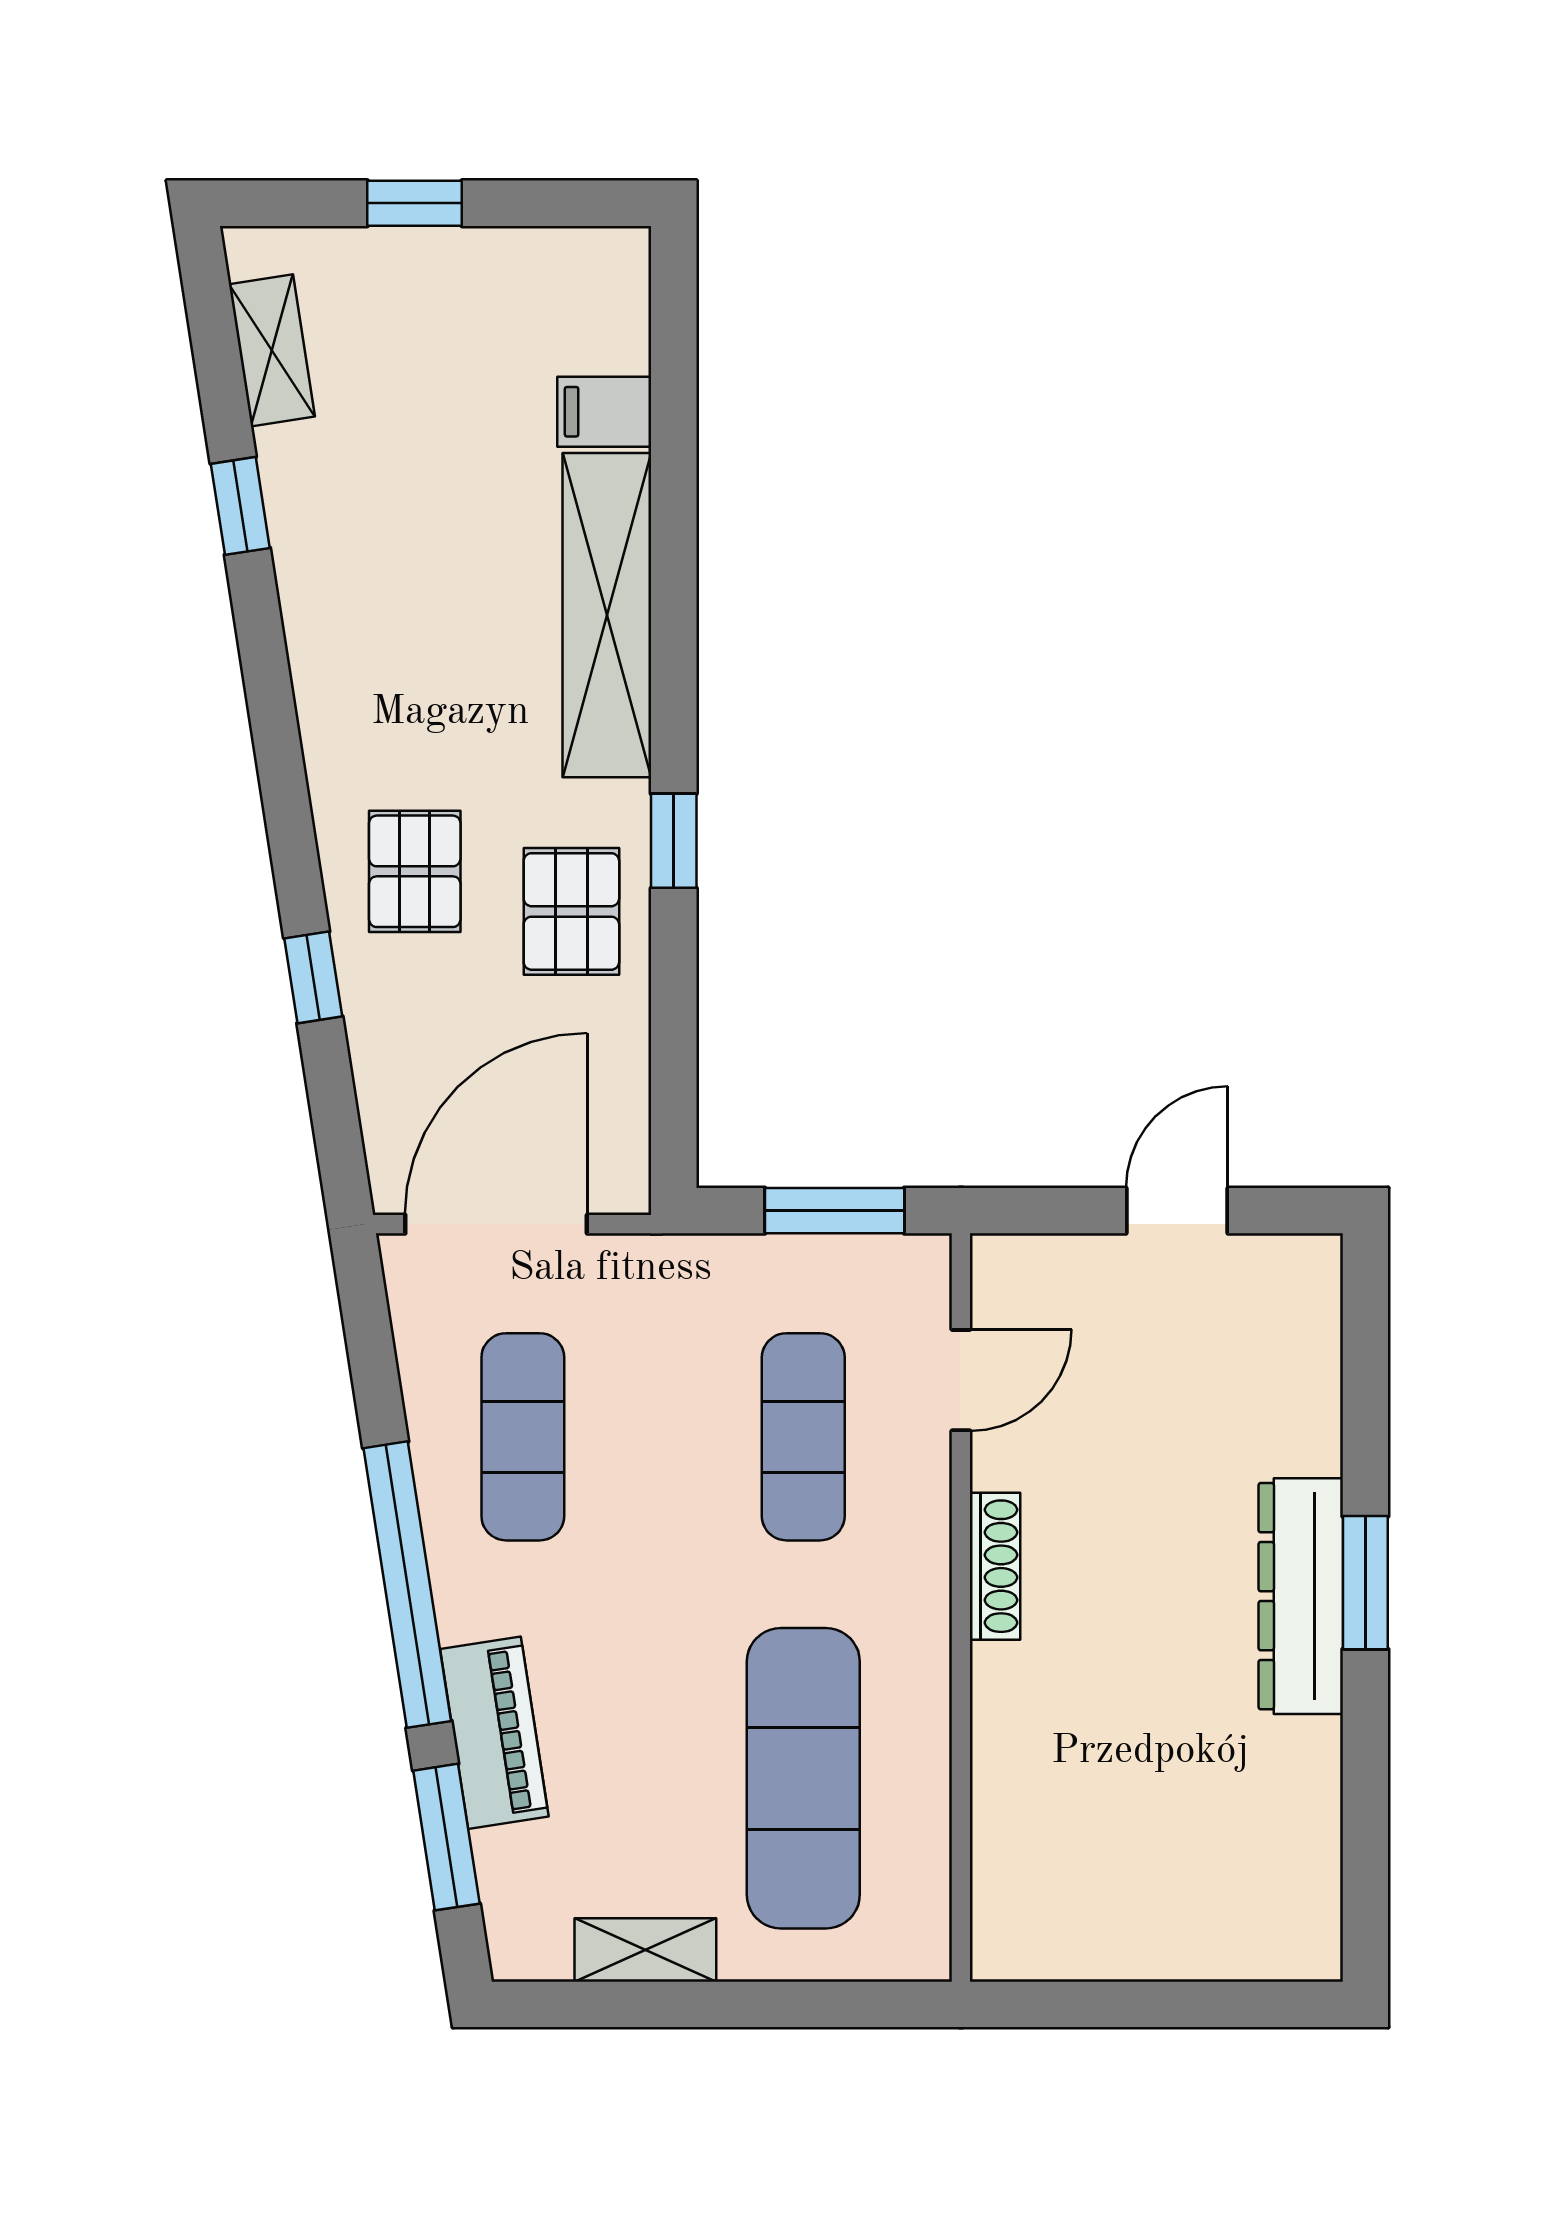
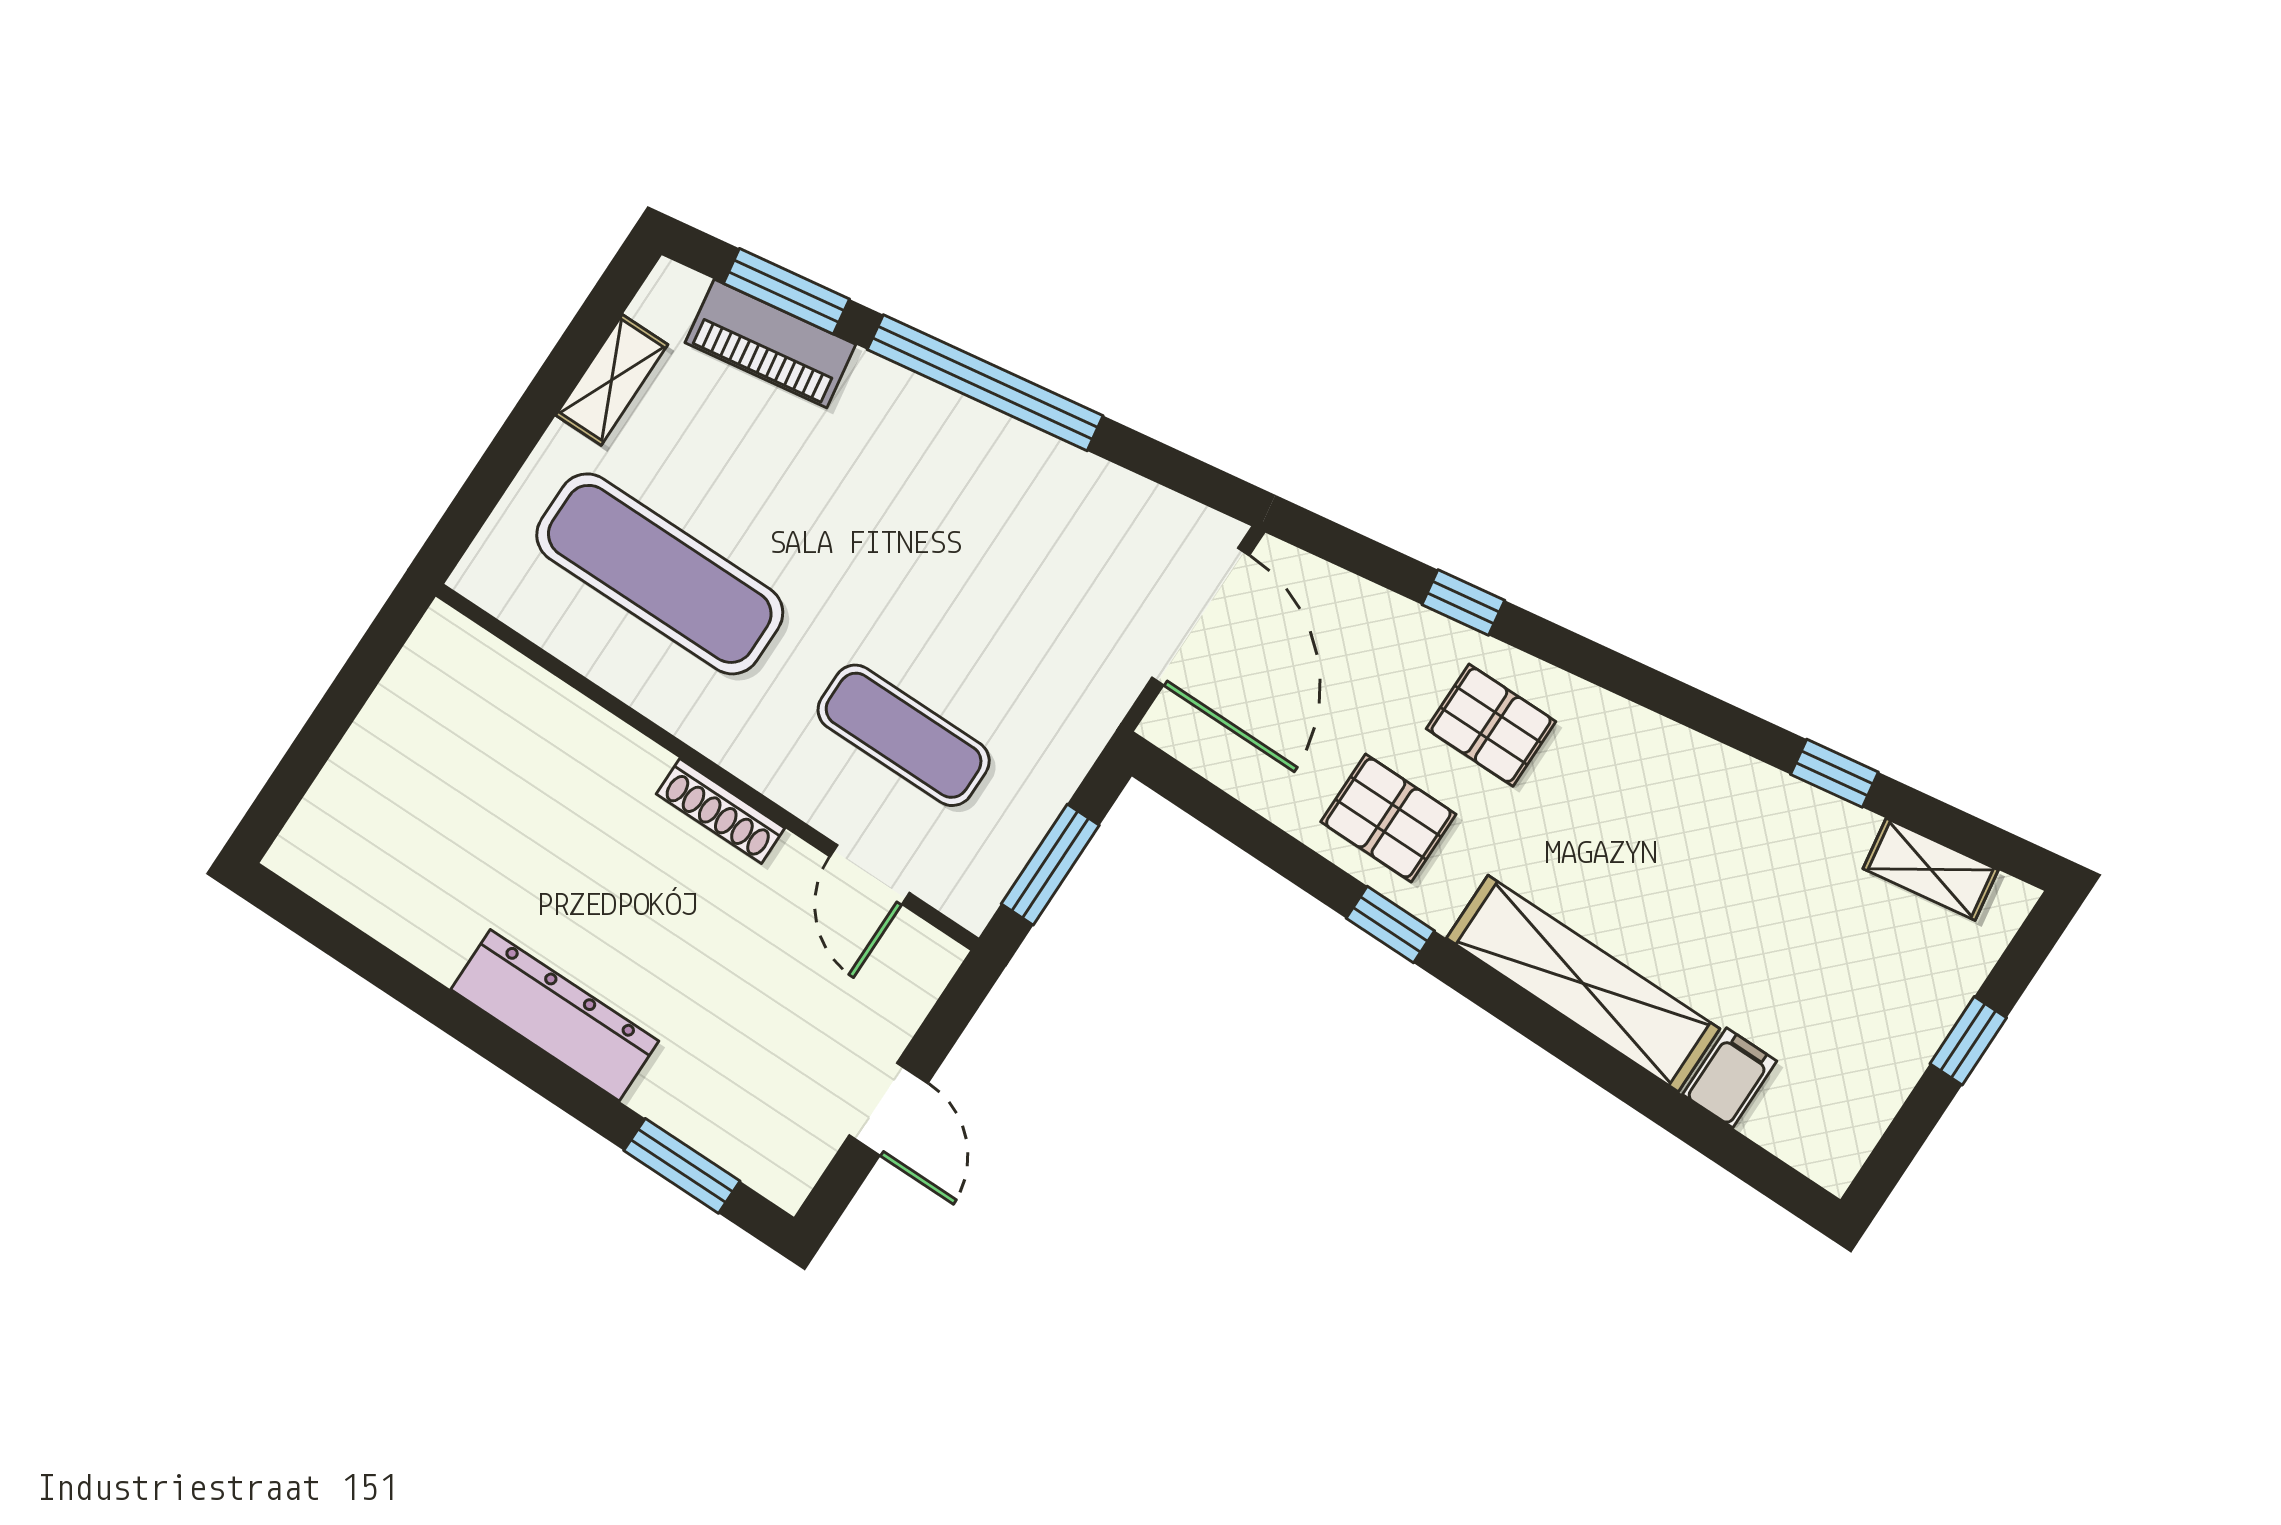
exercise mat: (523, 1437) -> (1036, 535), removed
window: (1365, 1583) -> (682, 1166), moved
piano: (494, 1733) -> (770, 344), moved

